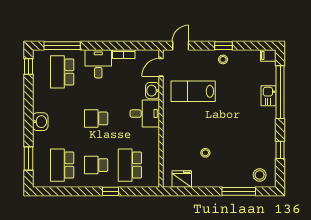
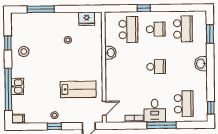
window: (62, 46) -> (162, 125), moved
washbasin: (153, 91) -> (110, 53), moved
desk: (145, 114) -> (117, 71), removed
stool: (260, 175) -> (24, 52), moved

